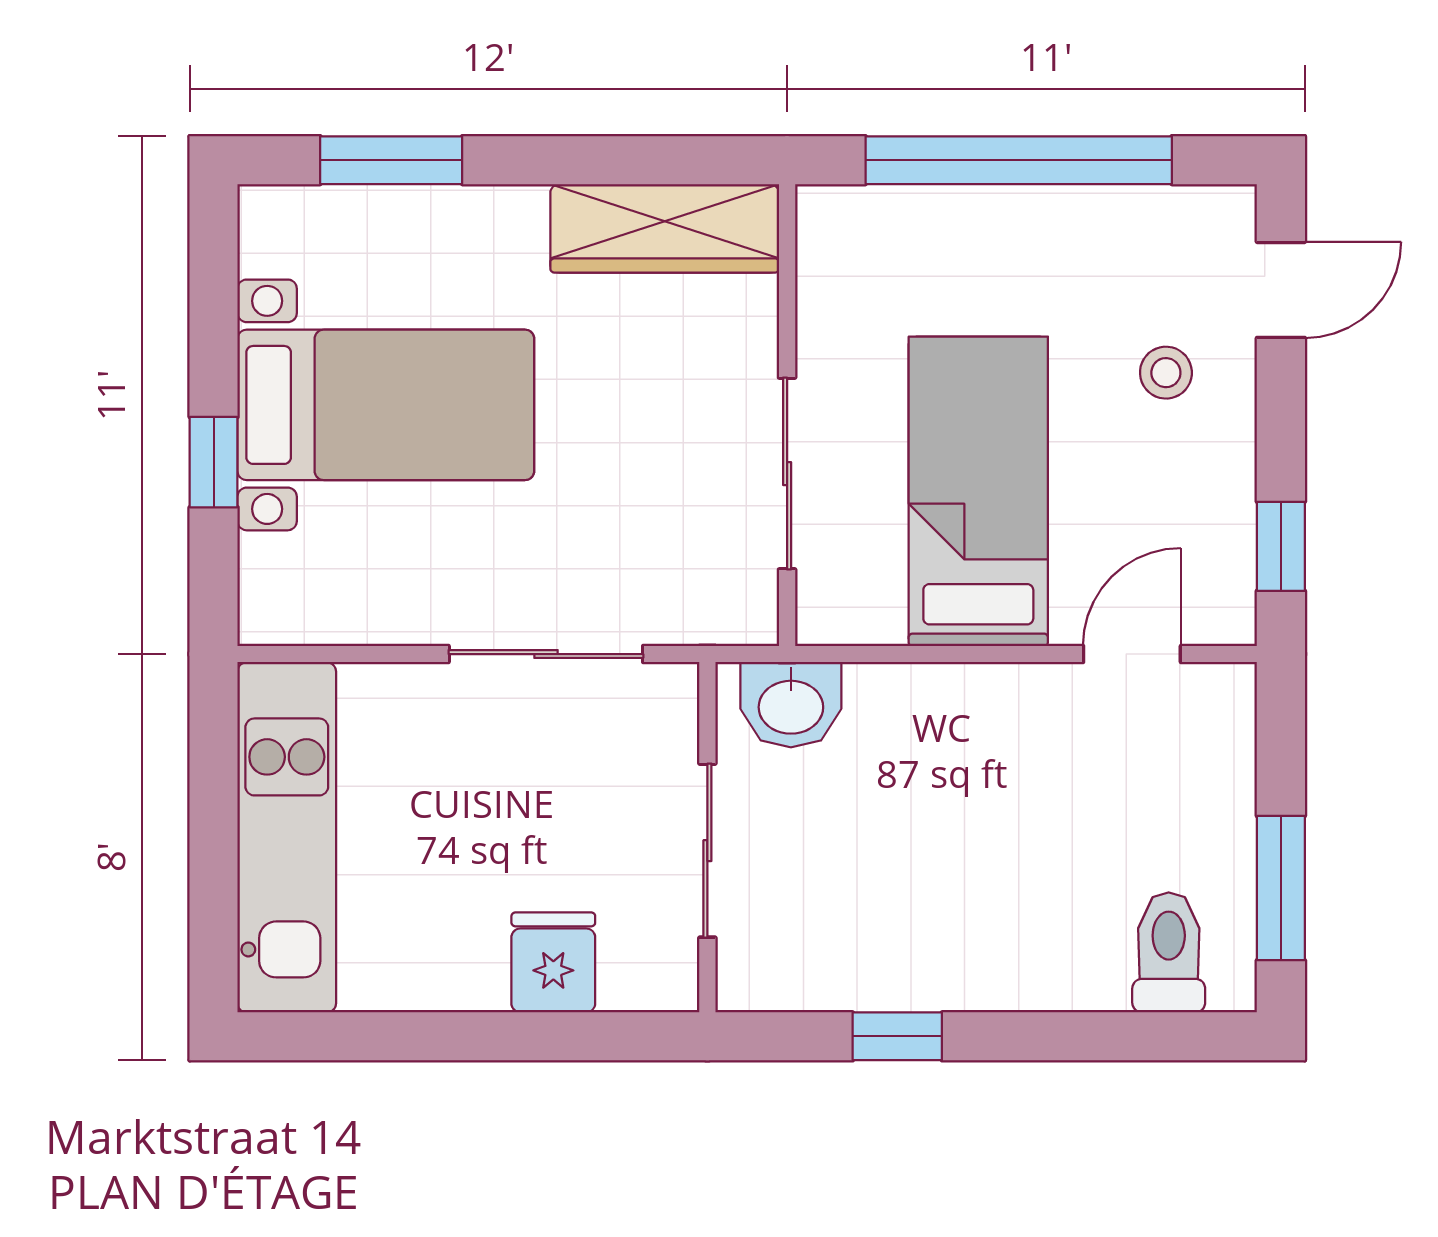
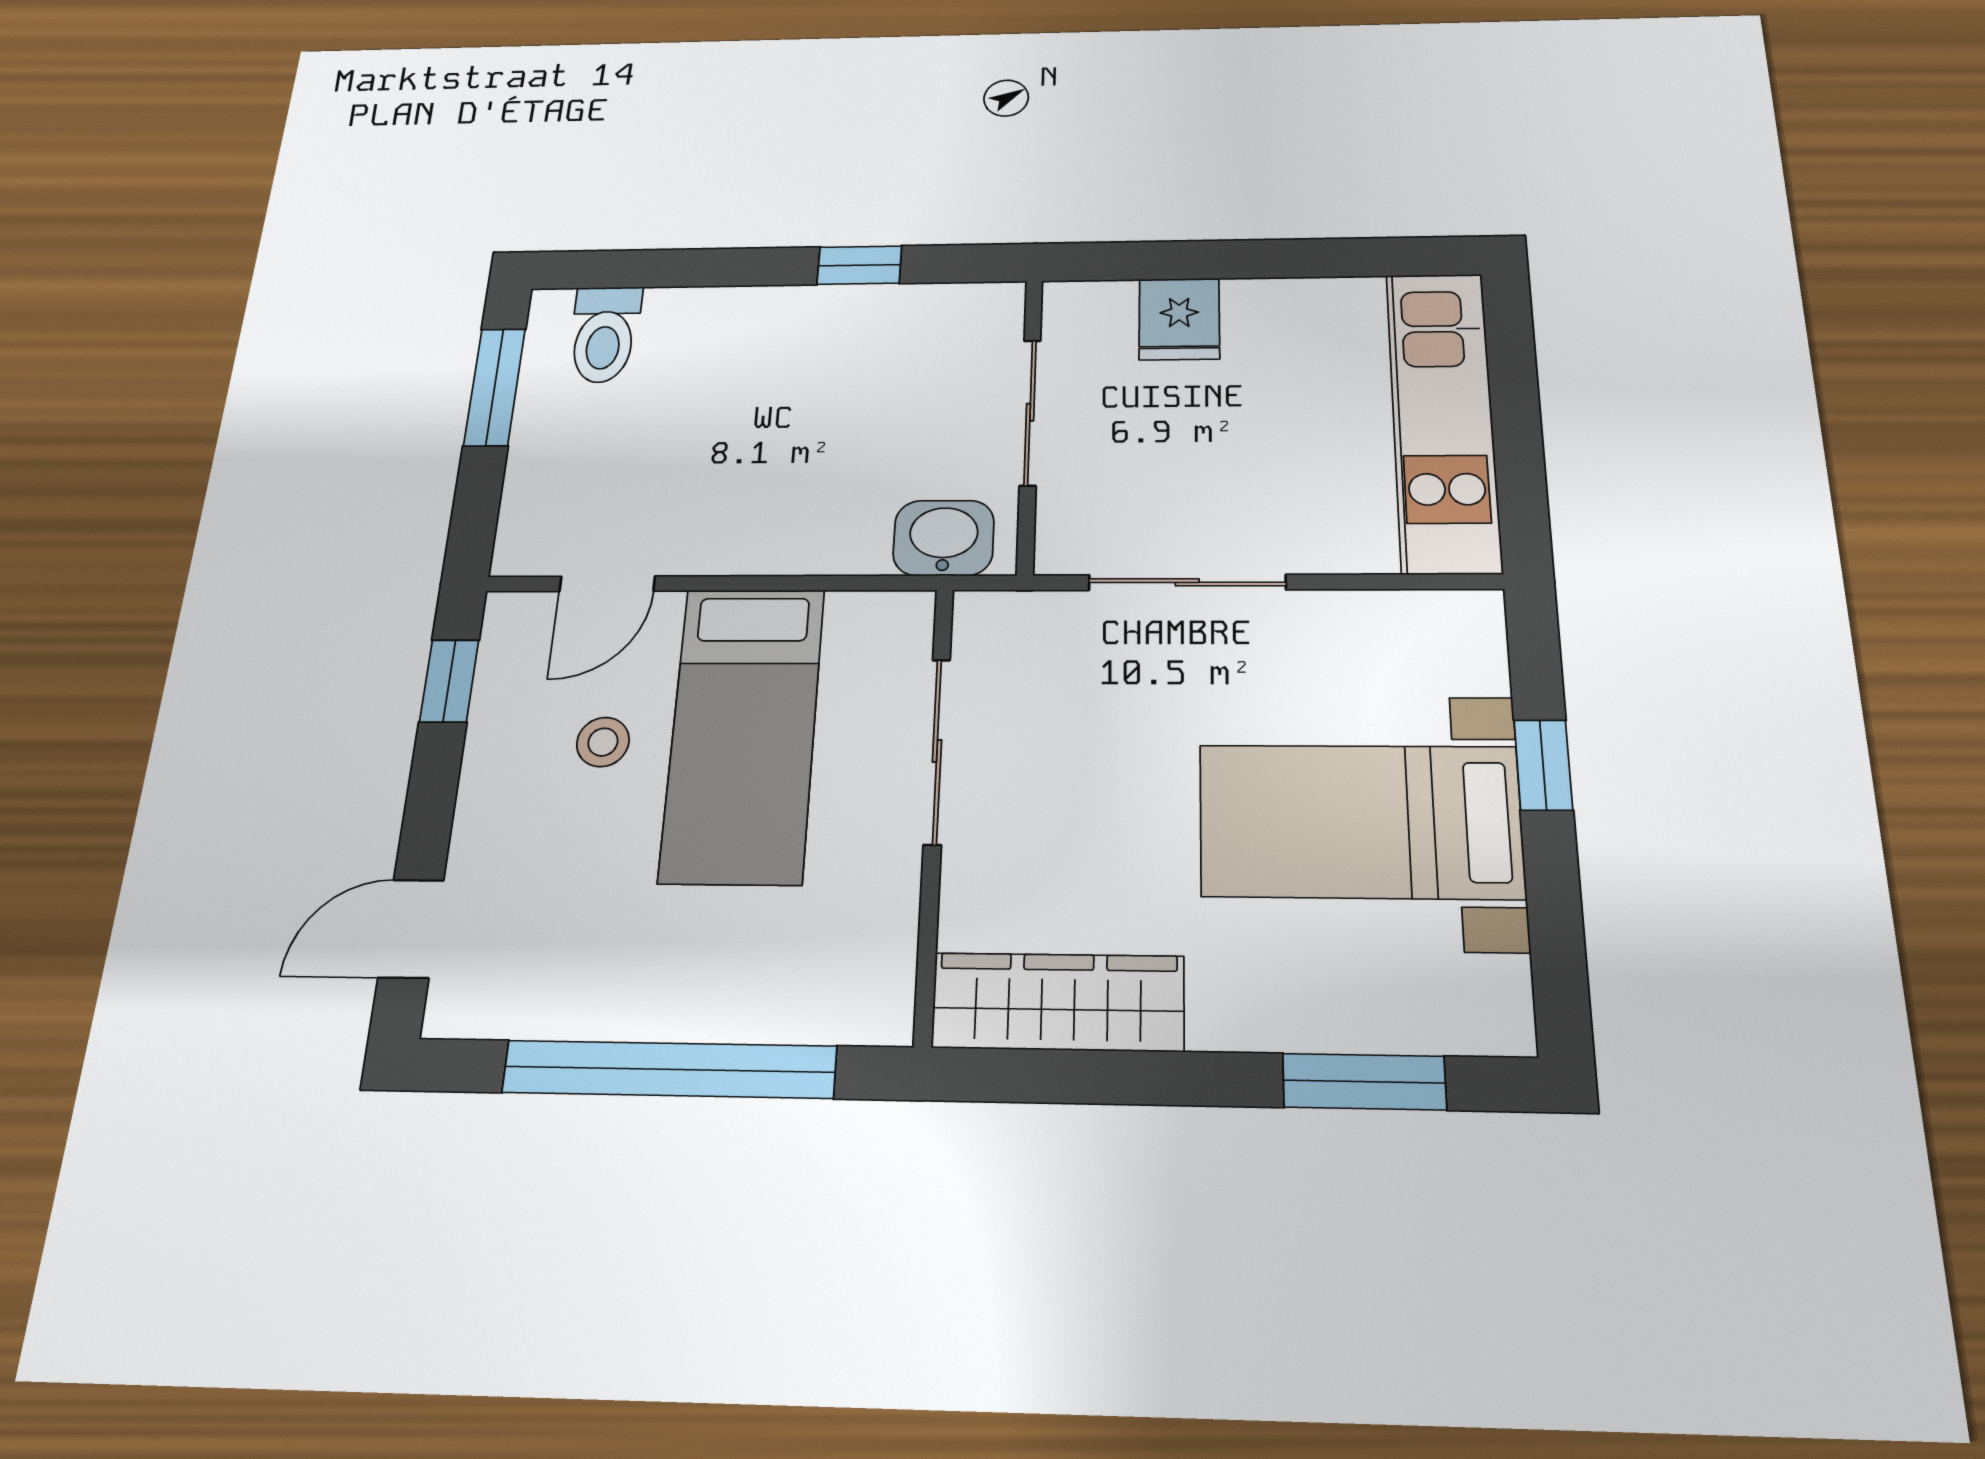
stool: (1166, 373) -> (603, 742), moved

